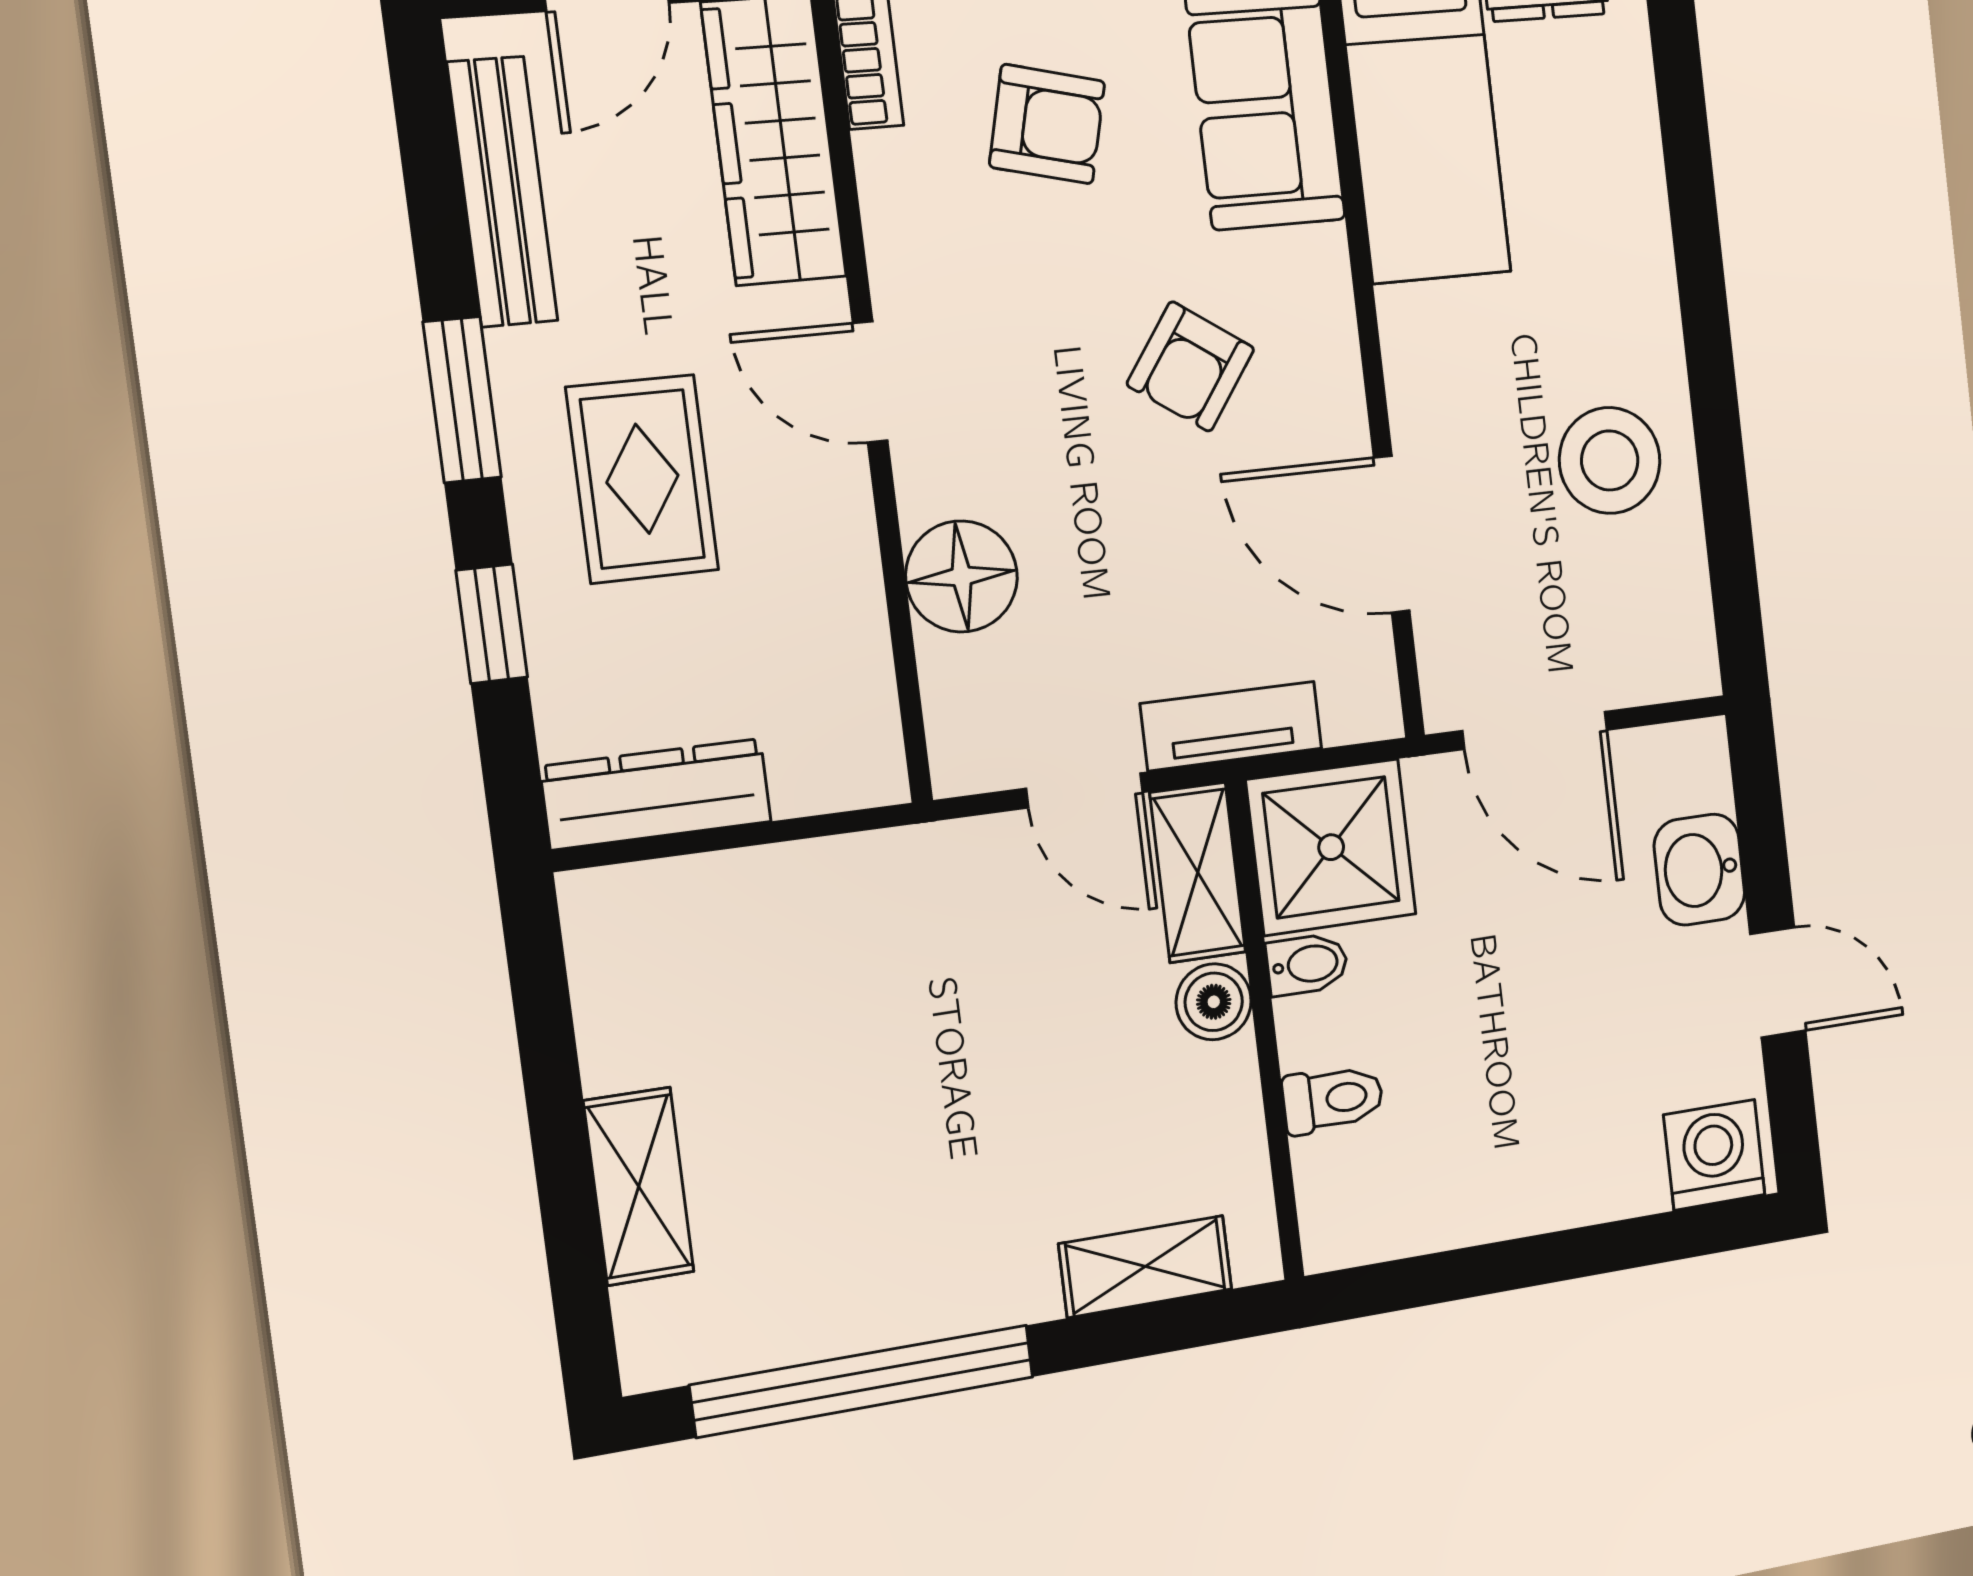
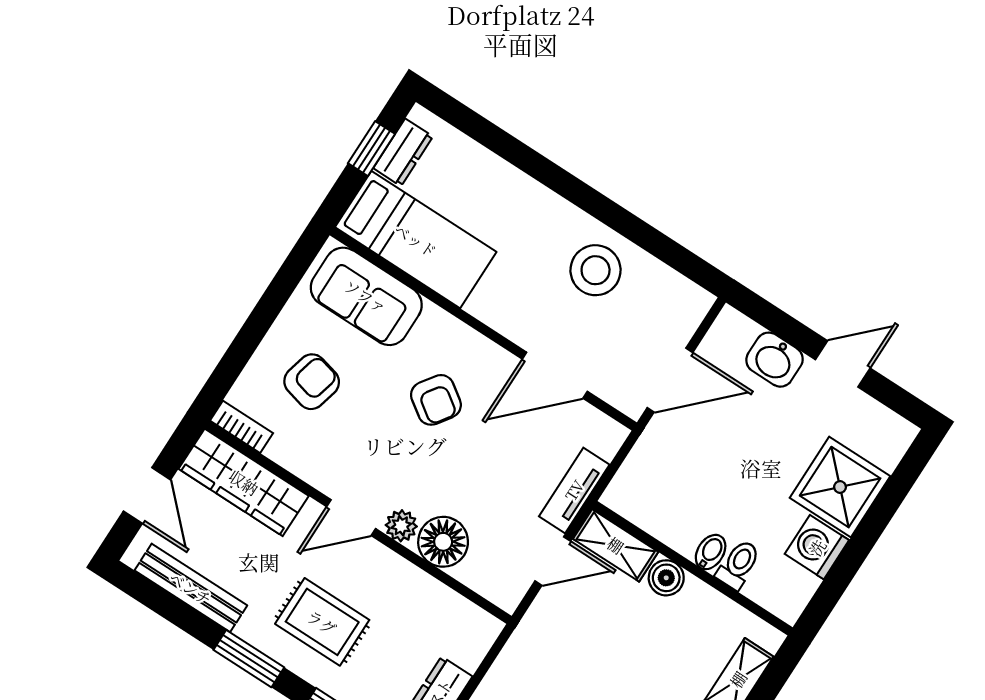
plant: (929, 481) -> (401, 526), added
shower: (1331, 847) -> (840, 487), moved
bidet: (1307, 964) -> (711, 552), moved
washing machine: (1714, 1155) -> (817, 547), moved

